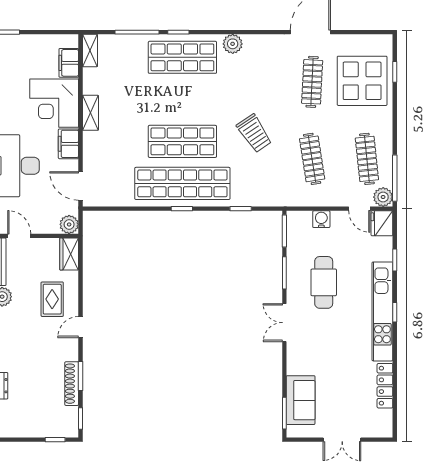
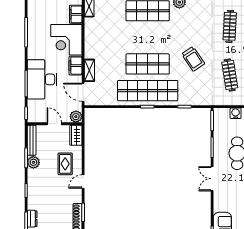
shelving: (90, 113) -> (89, 70), moved
door: (19, 236) -> (54, 124), moved

